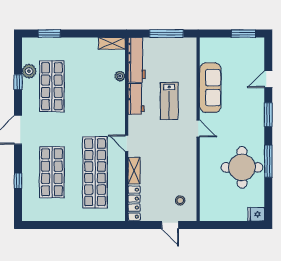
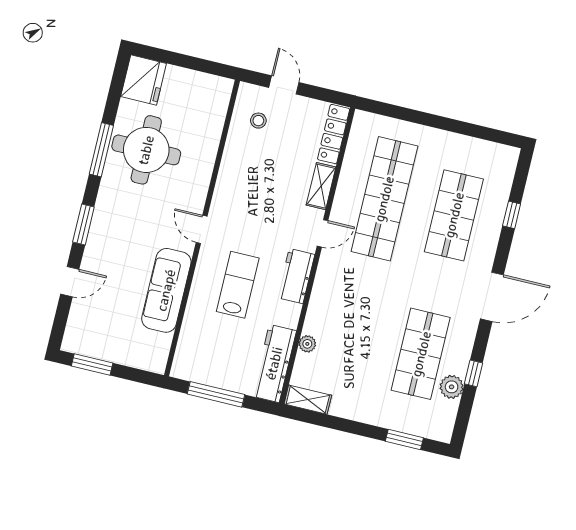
workbench: (136, 99) -> (296, 276), moved
door: (127, 143) -> (323, 233), hinge flipped
fridge: (256, 214) -> (144, 80), width x1.88, depth x1.34

